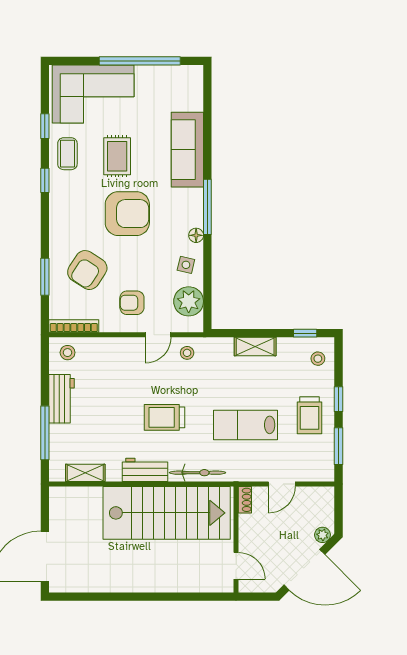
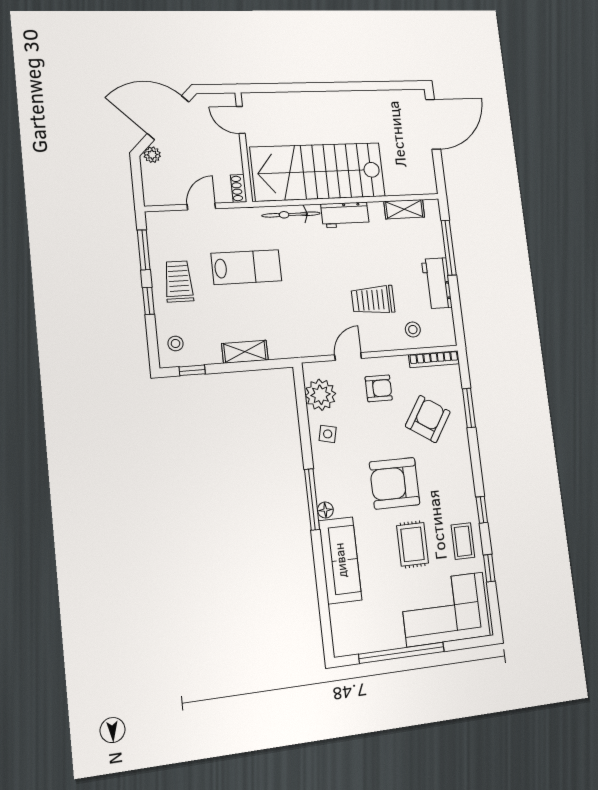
floor lamp: (196, 235) -> (325, 510), moved
stool: (68, 353) -> (413, 330), moved
stool: (187, 353) -> (316, 340), removed
trolley: (164, 417) -> (373, 300), moved, turned 180

